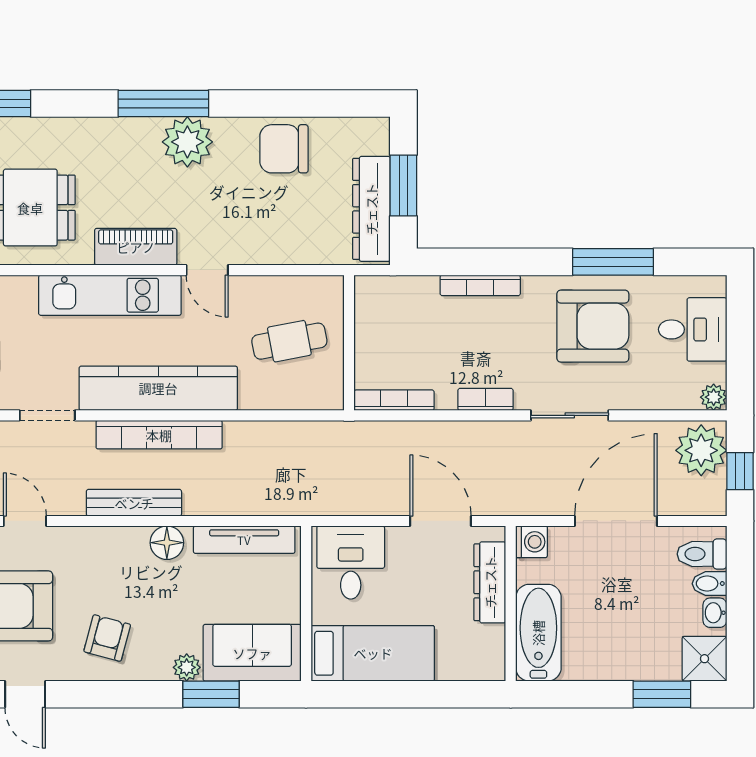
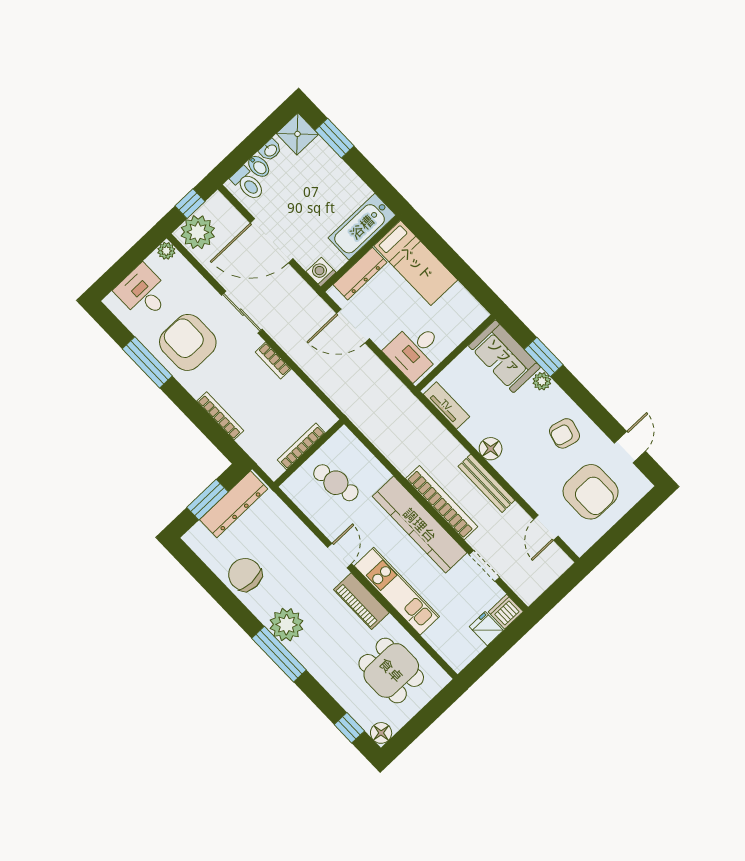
chair: (284, 149) -> (245, 575), turned 180
bookcase: (394, 400) -> (301, 446), moved, turned 90
door: (441, 521) -> (353, 326), hinge flipped
tv unit: (244, 540) -> (446, 405), width x0.71
bed: (373, 653) -> (416, 263), moved, turned 180

